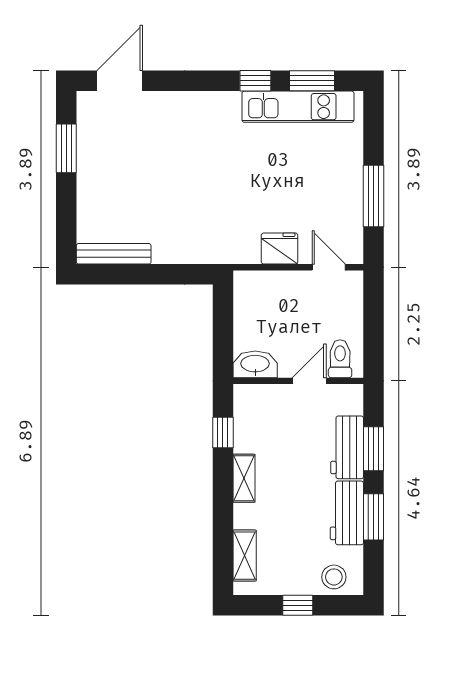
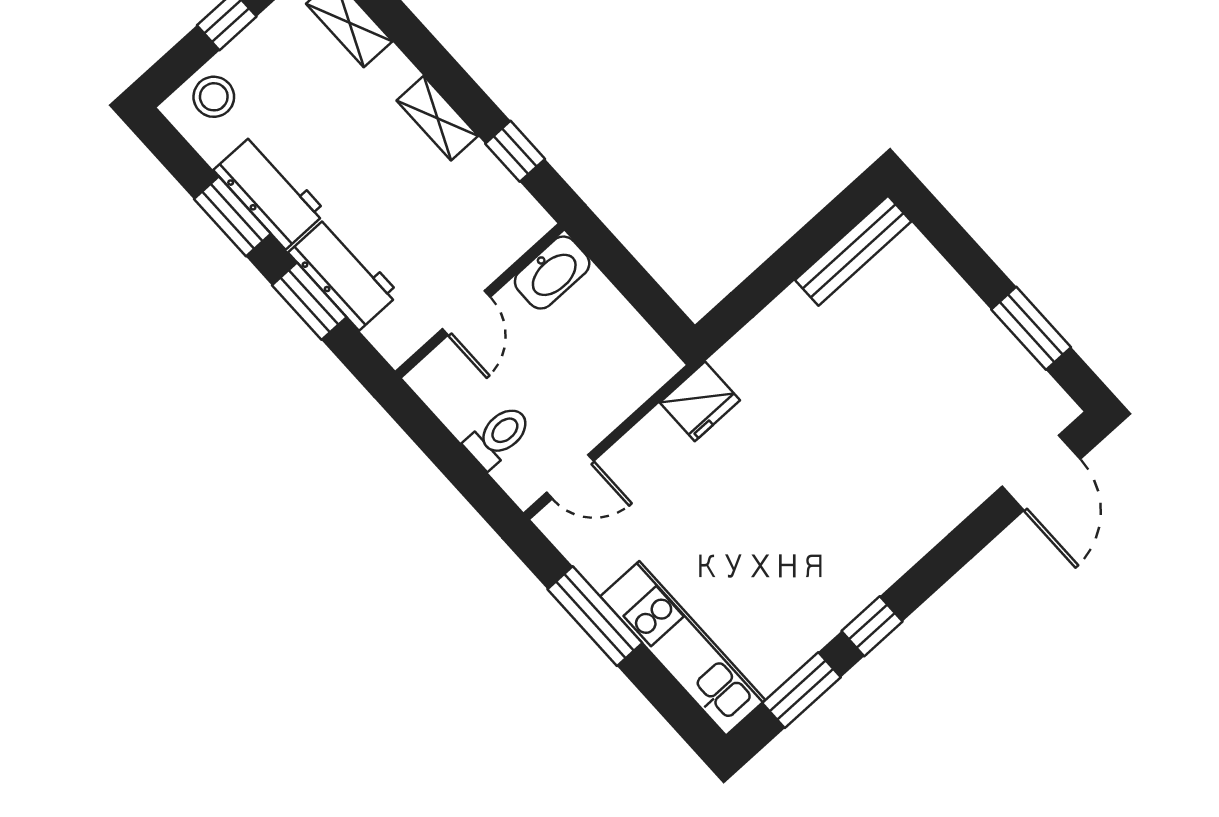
kitchen unit: (298, 107) -> (683, 648), moved, turned 90
fridge: (280, 249) -> (700, 401), moved
toilet: (340, 359) -> (498, 436), moved, turned -90

